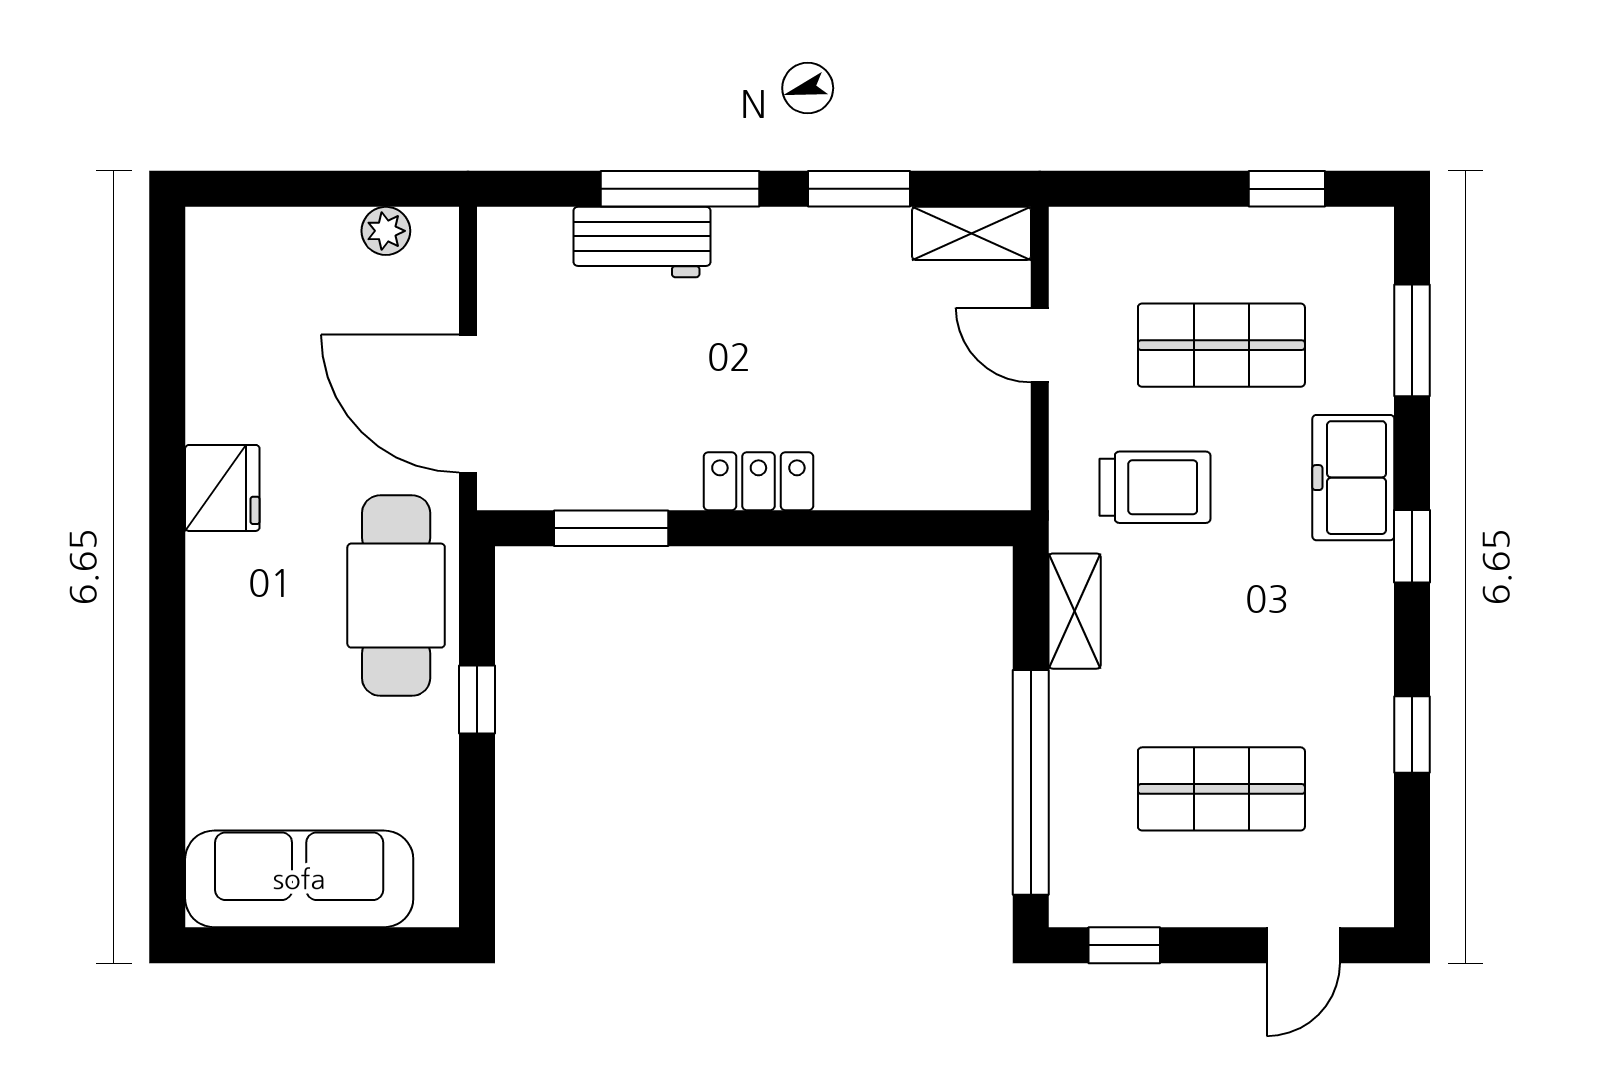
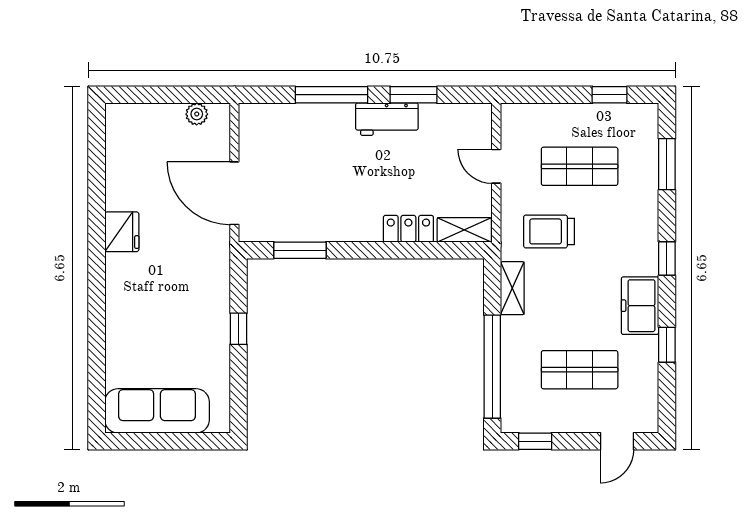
shelving: (971, 233) -> (464, 230), moved
workbench: (642, 242) -> (387, 119), moved
freezer: (1353, 478) -> (640, 306), moved
locker: (758, 481) -> (408, 229), moved
trolley: (1155, 487) -> (549, 231), turned 180
cafe table: (396, 596) -> (201, 281), removed

